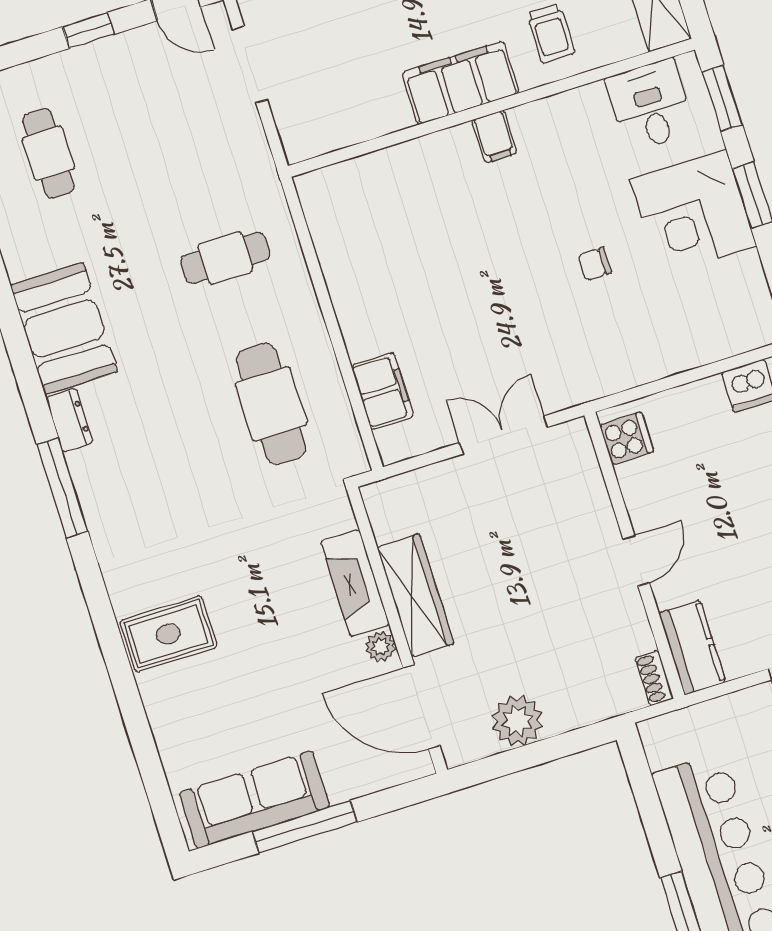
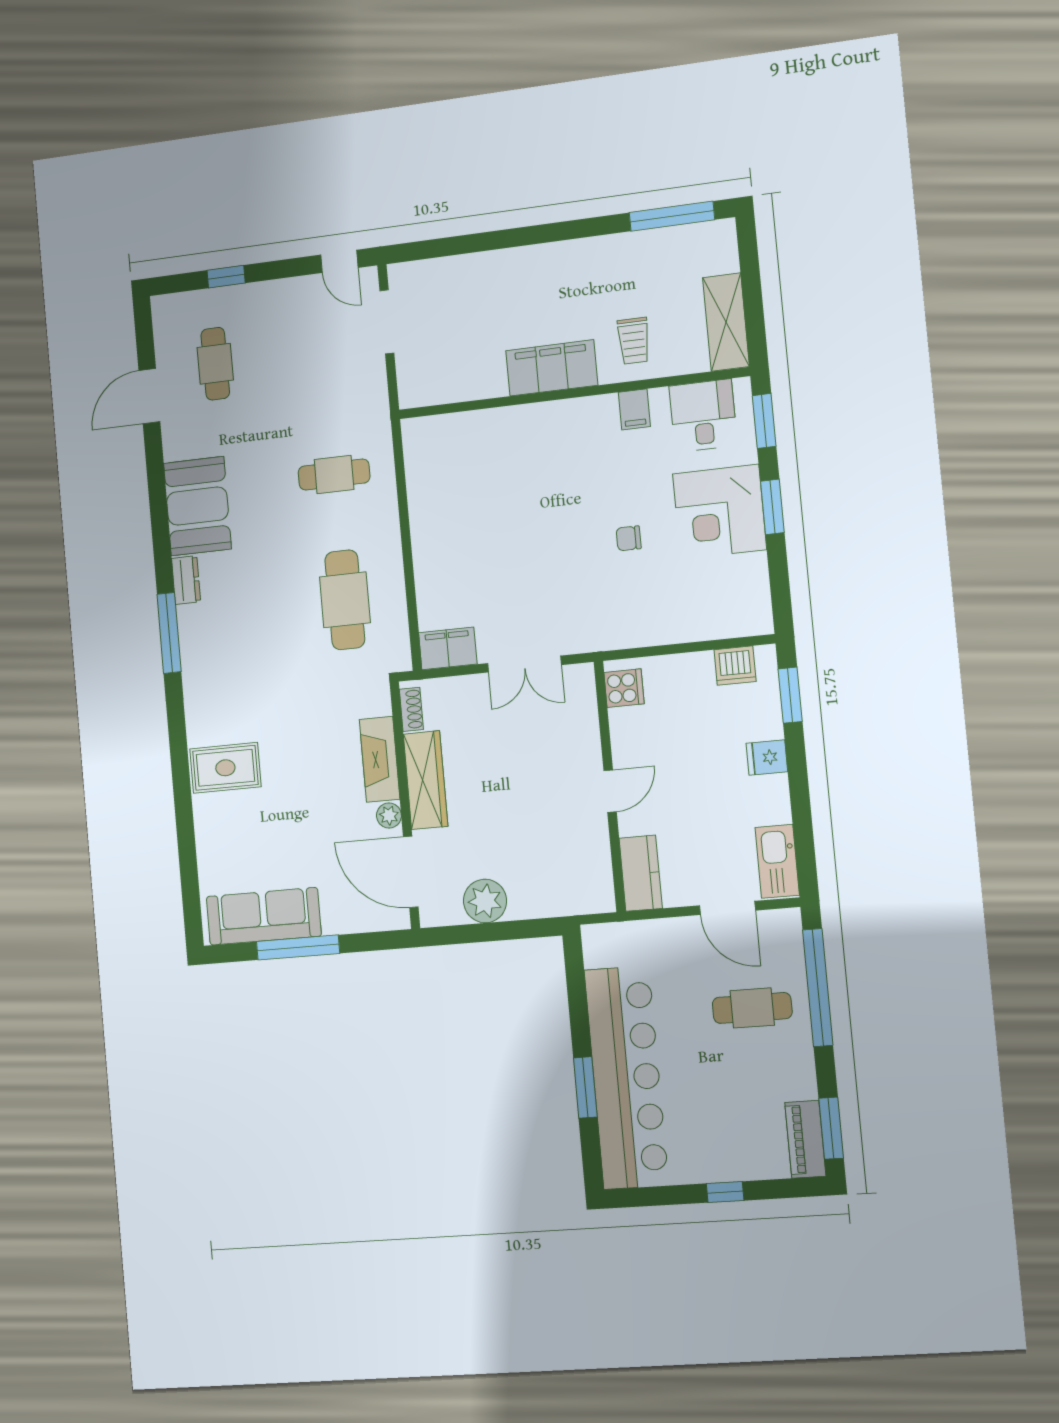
window: (88, 31) -> (226, 277), moved
filing cabinet: (494, 136) -> (634, 409), moved
filing cabinet: (382, 391) -> (448, 648), moved, turned -90
double door: (504, 435) -> (524, 664), swing flipped
shoe rack: (654, 678) -> (411, 709), moved, turned 180

